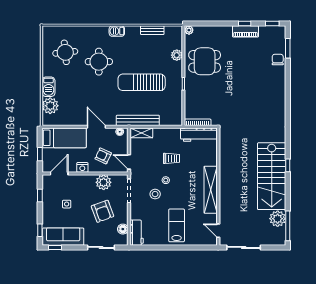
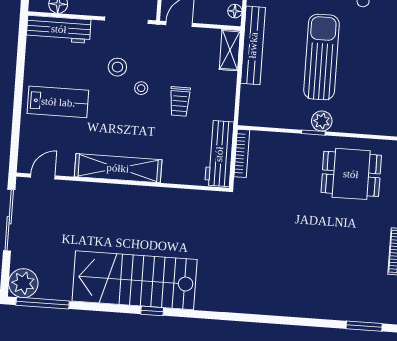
plant: (177, 55) -> (322, 121), moved
chair: (278, 60) -> (345, 306), removed
dining table: (205, 61) -> (351, 174), turned 90
plant: (278, 219) -> (23, 283), moved
workbench: (137, 233) -> (59, 29), width x1.38

